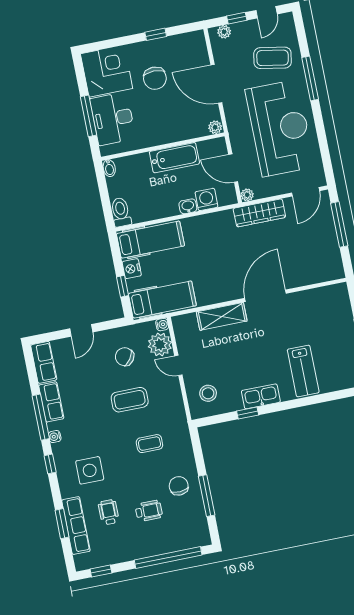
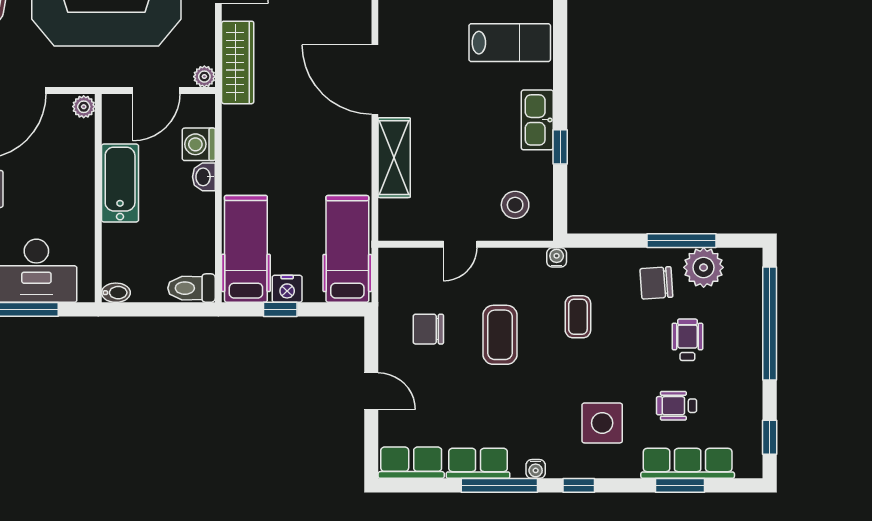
window: (123, 286) -> (280, 309), moved
water cooler: (162, 325) -> (557, 257), moved
plant: (160, 345) -> (704, 267), moved
chair: (125, 357) -> (428, 329), turned 55

